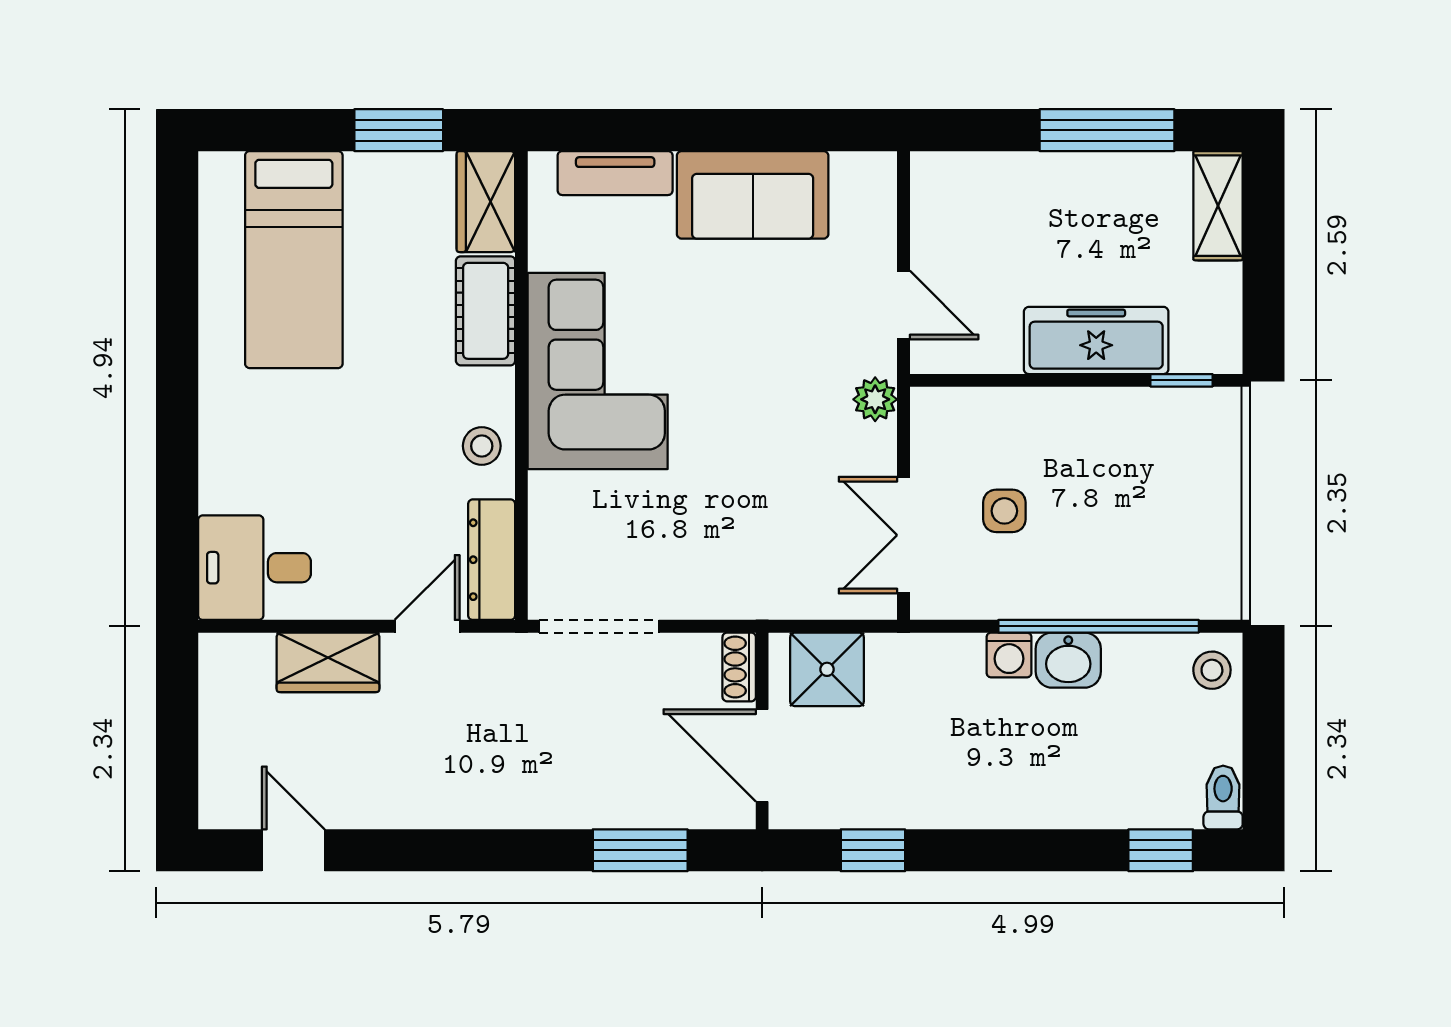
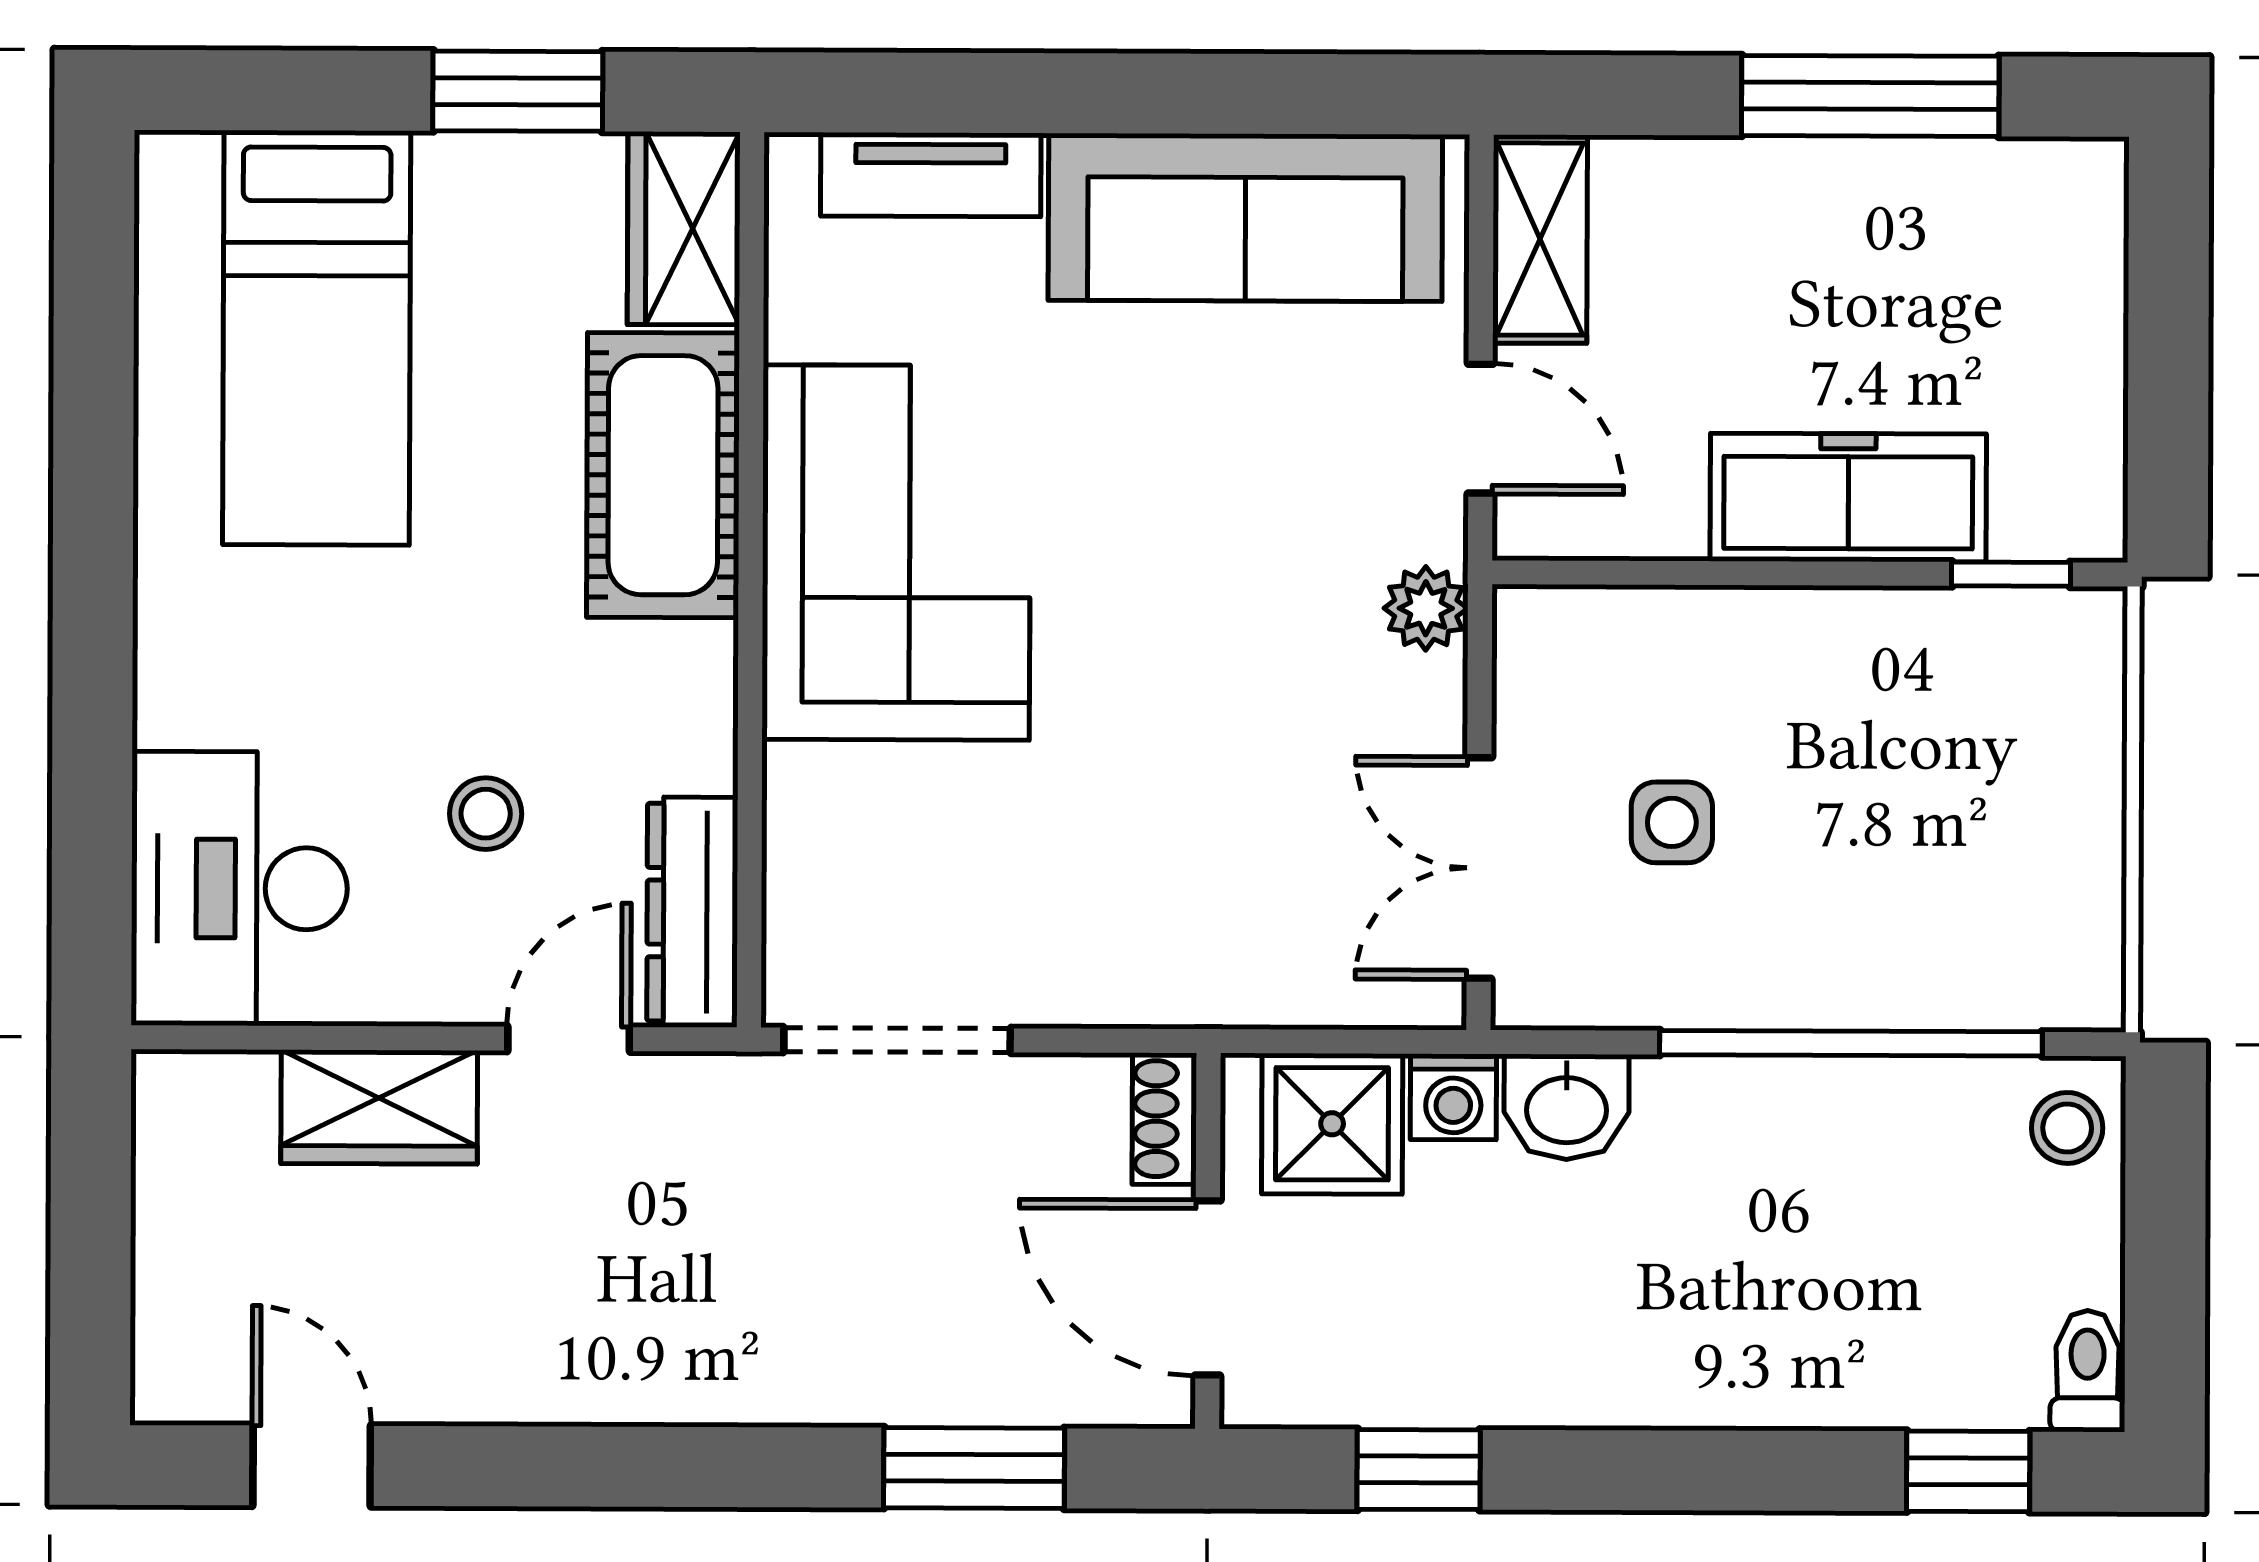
sofa: (753, 195) -> (1245, 217), width x1.36
shelving: (1218, 206) -> (1540, 239), moved
cot: (486, 311) -> (663, 475), width x1.37, depth x1.34
stool: (482, 446) -> (486, 814), moved
desk: (254, 568) -> (239, 889), width x1.37
washing machine: (1009, 655) -> (1453, 1097), moved
washbasin: (1068, 660) -> (1566, 1107), moved

